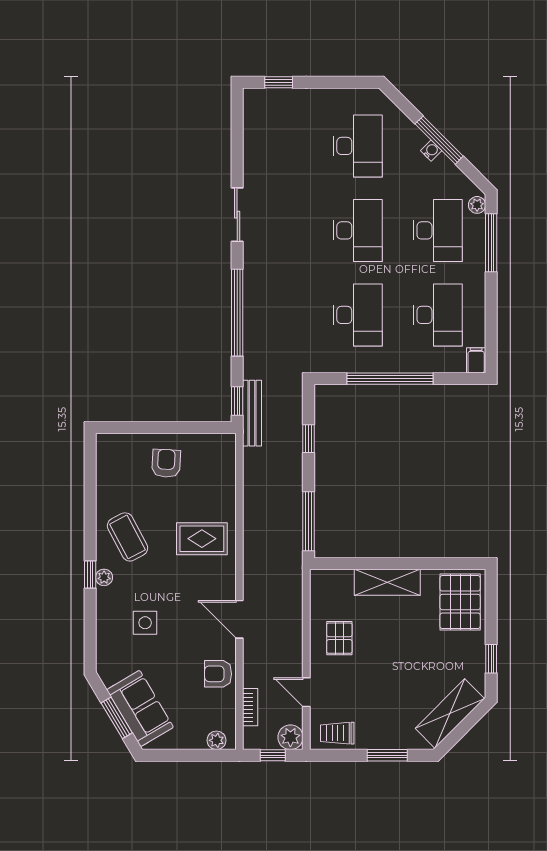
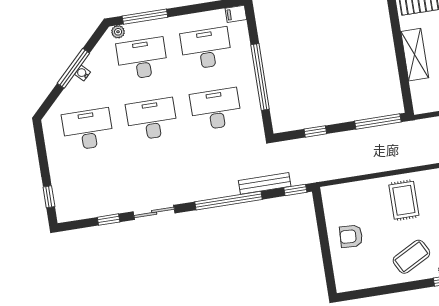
window: (237, 154) -> (109, 220), added
bench: (252, 413) -> (265, 183), moved

